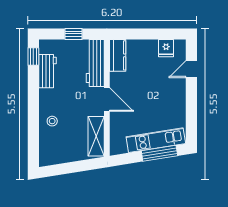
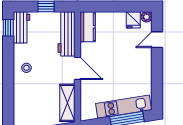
plant: (180, 45) -> (146, 17), added
workbench: (47, 71) -> (21, 27), moved
stool: (52, 121) -> (26, 68), moved

